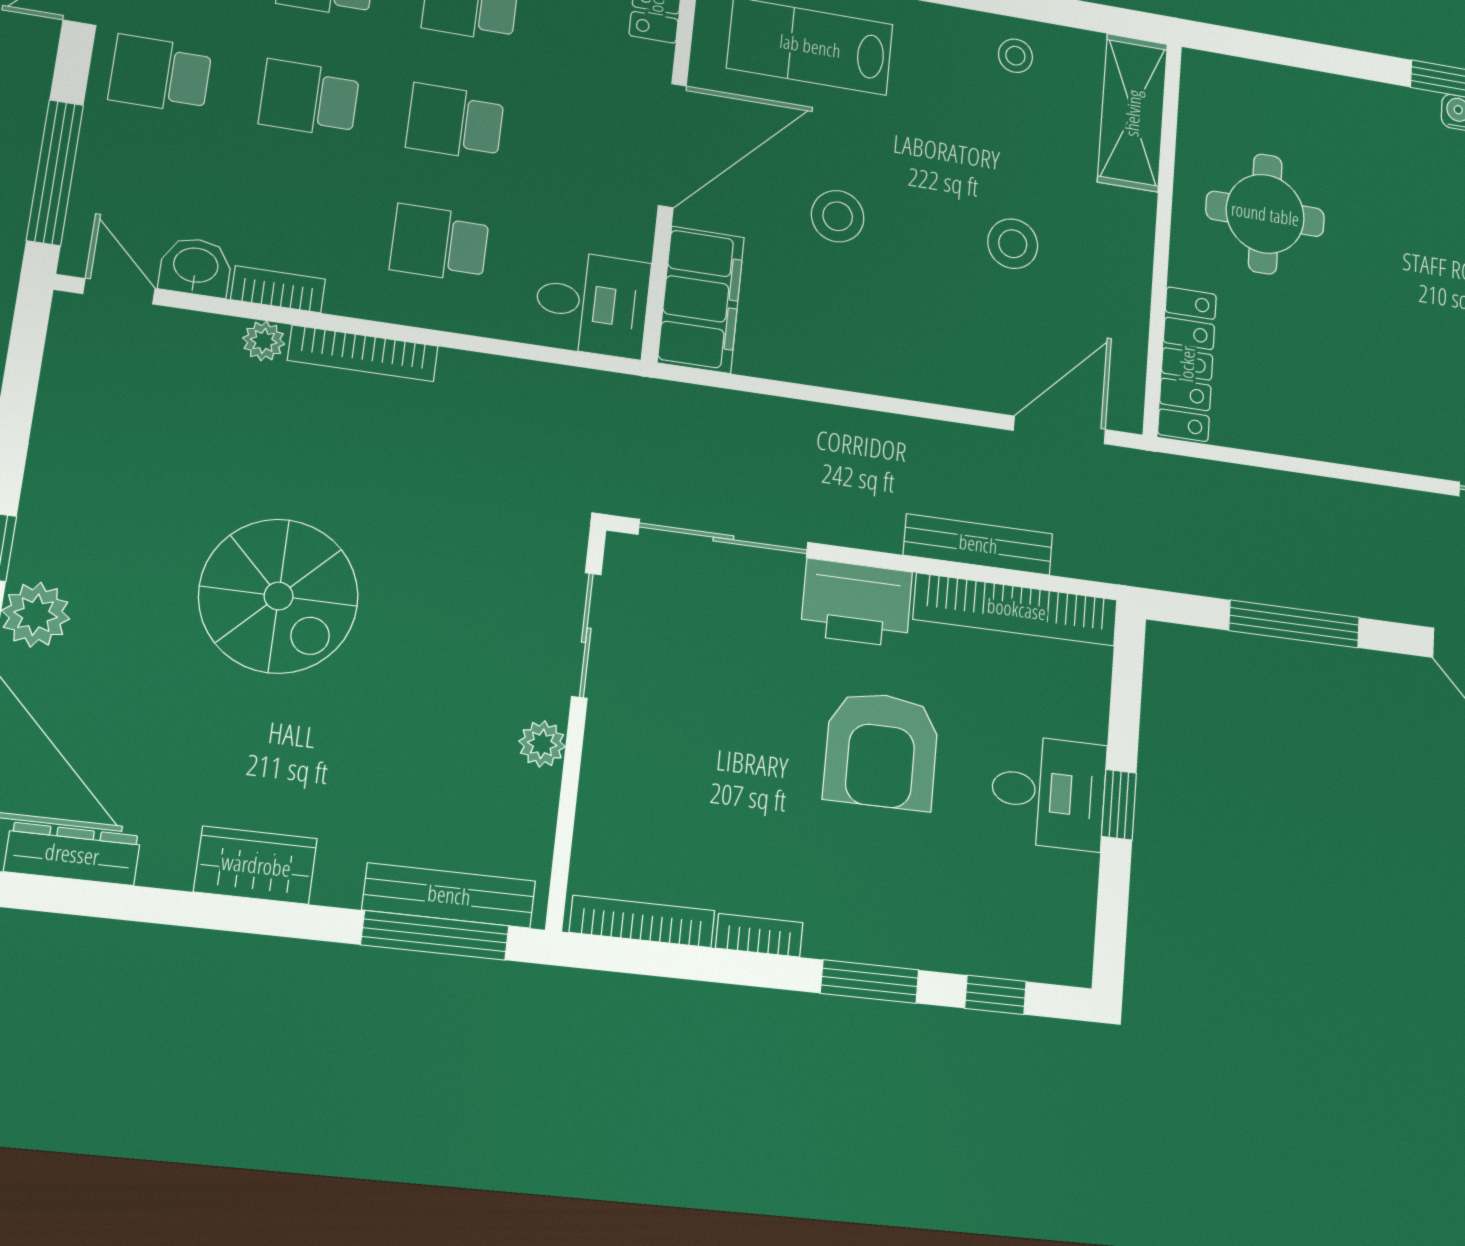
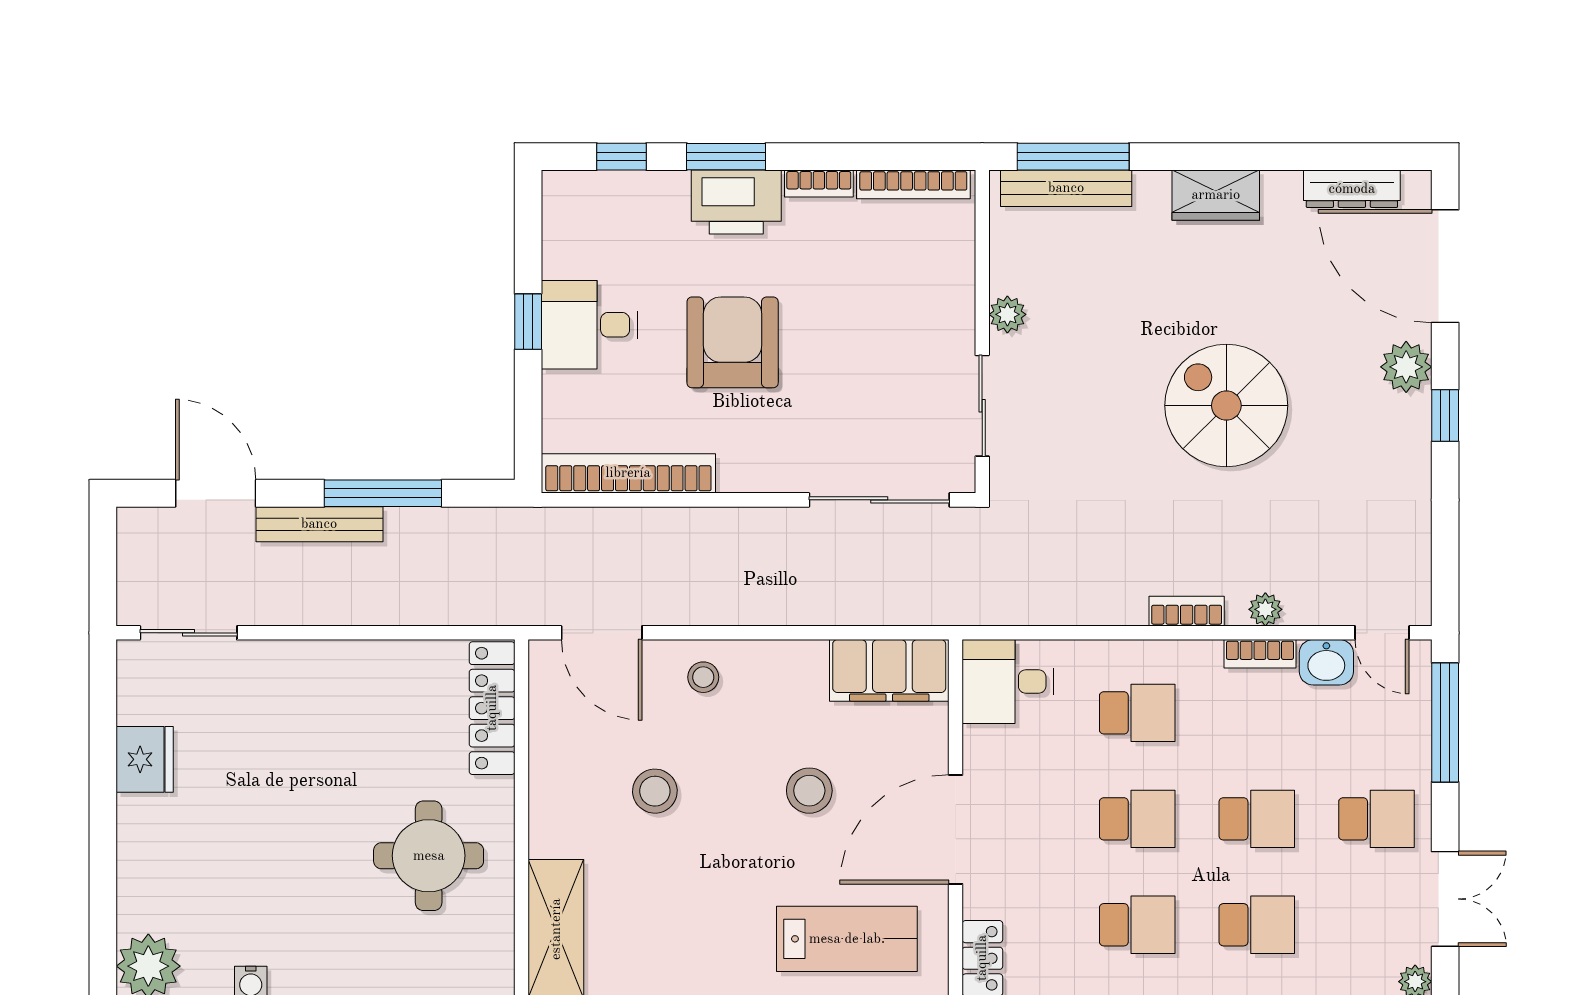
stool: (1015, 56) -> (703, 677), moved
filing cabinet: (701, 300) -> (889, 670), moved, turned -90
bookcase: (363, 353) -> (1187, 611), width x0.64
door: (1059, 430) -> (602, 633), hinge flipped
bench: (978, 544) -> (319, 524), moved
printer: (857, 603) -> (736, 202), moved, turned 180

